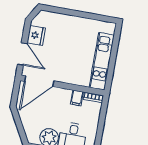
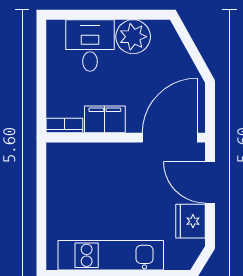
kitchen unit: (102, 61) -> (111, 255), moved, turned -90
filing cabinet: (77, 98) -> (105, 119), width x2.00

